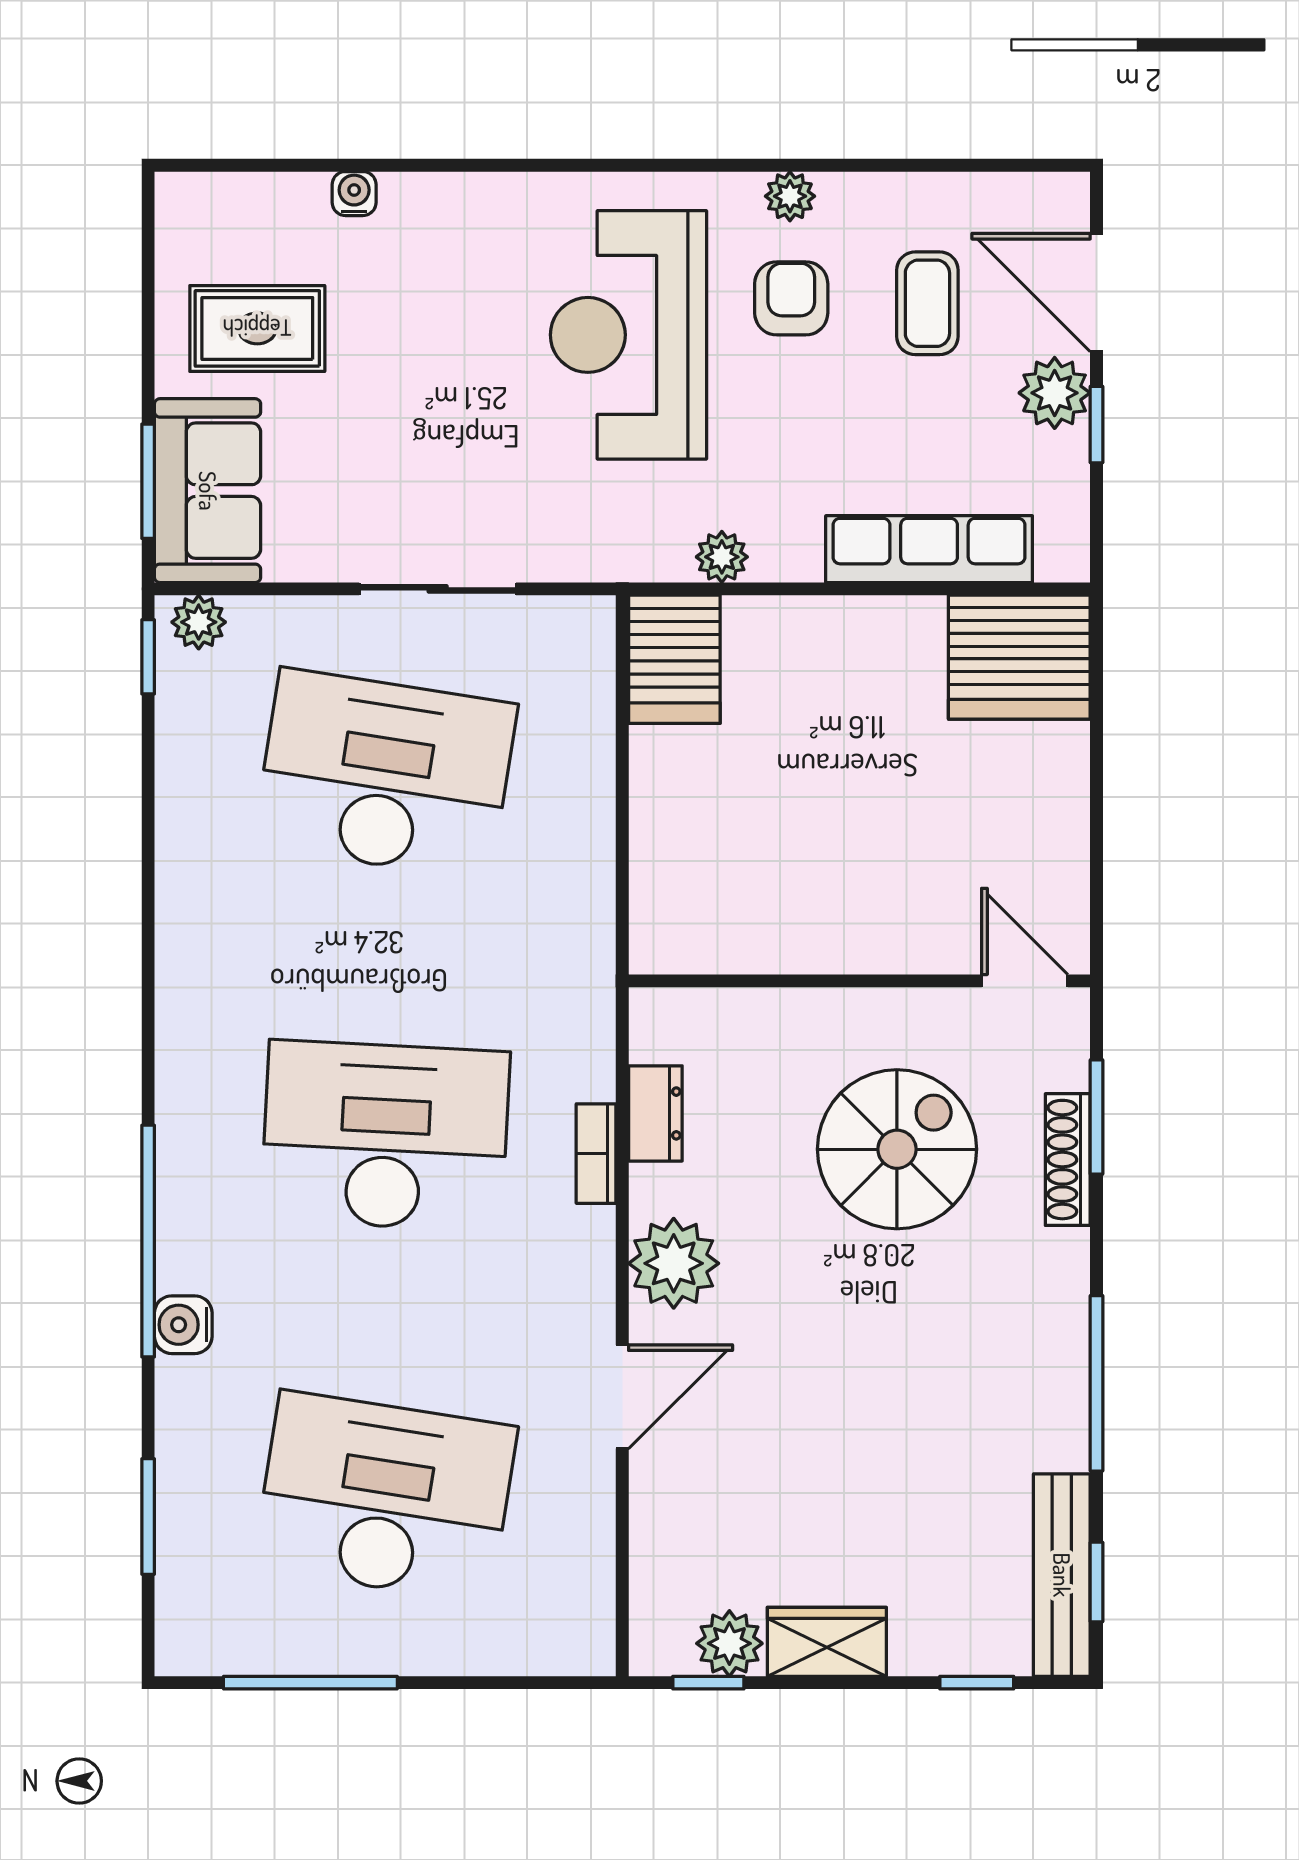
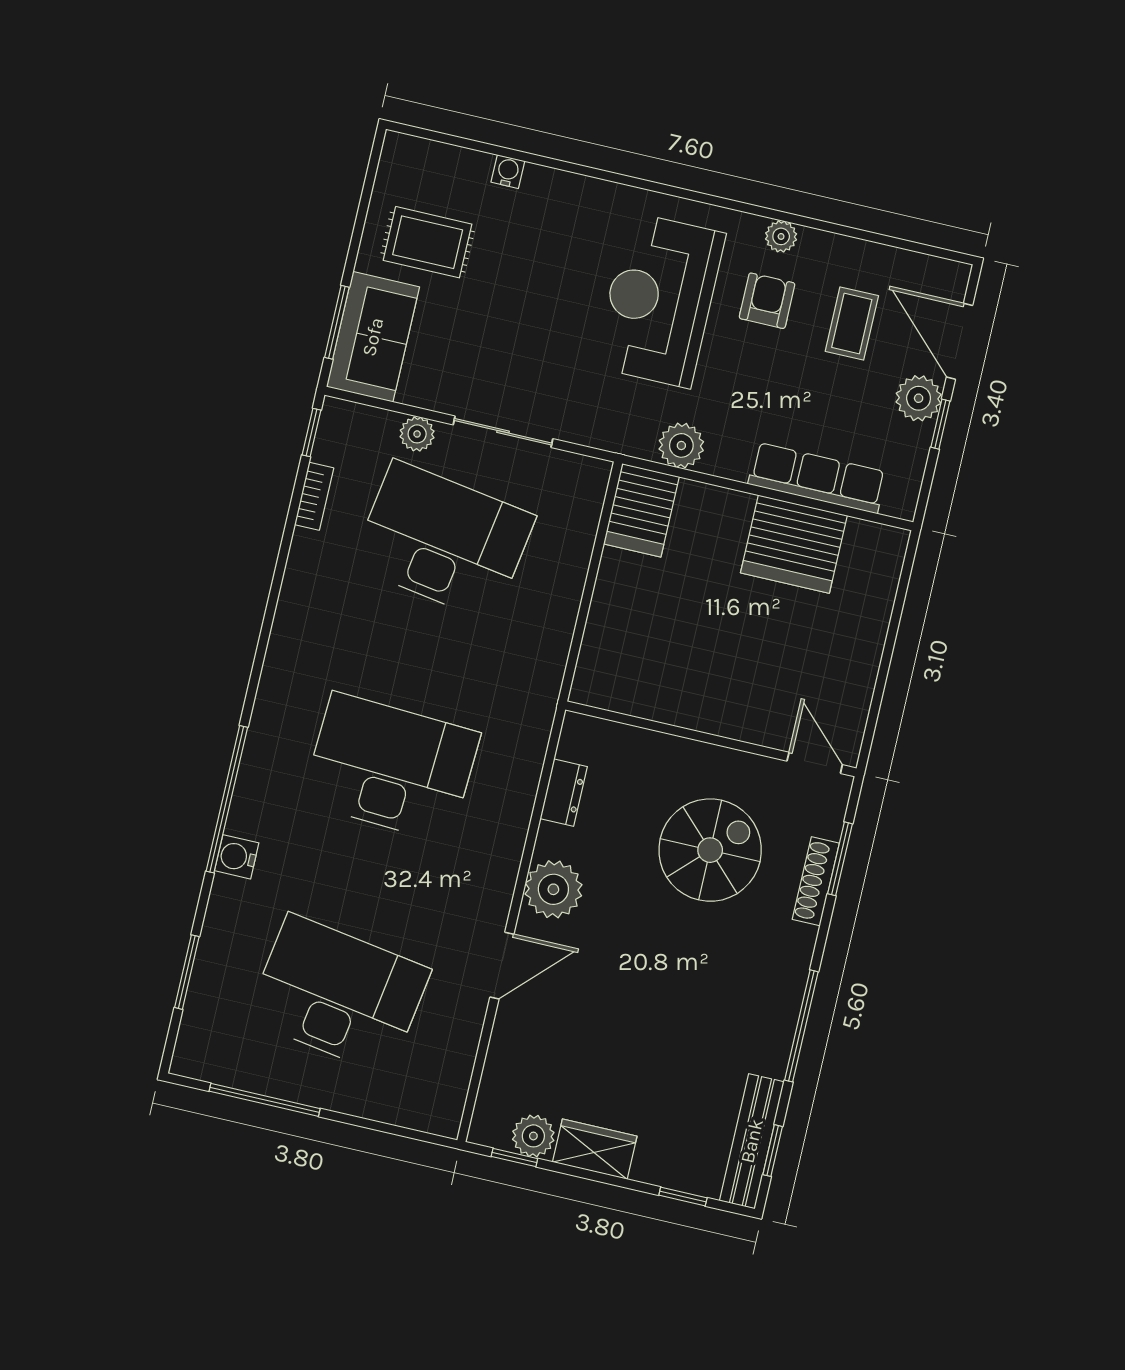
plant: (722, 557) -> (681, 445), width x1.38, depth x1.38
plant: (199, 622) -> (417, 434), moved
server rack: (1019, 657) -> (794, 544), moved
bookcase: (596, 1154) -> (314, 496), moved, turned 180

